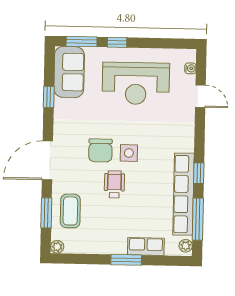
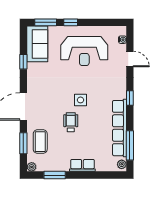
chair: (100, 150) -> (60, 99), removed
window: (199, 173) -> (130, 98), moved
row of seats: (146, 246) -> (82, 165), moved
window: (126, 260) -> (55, 175), moved

